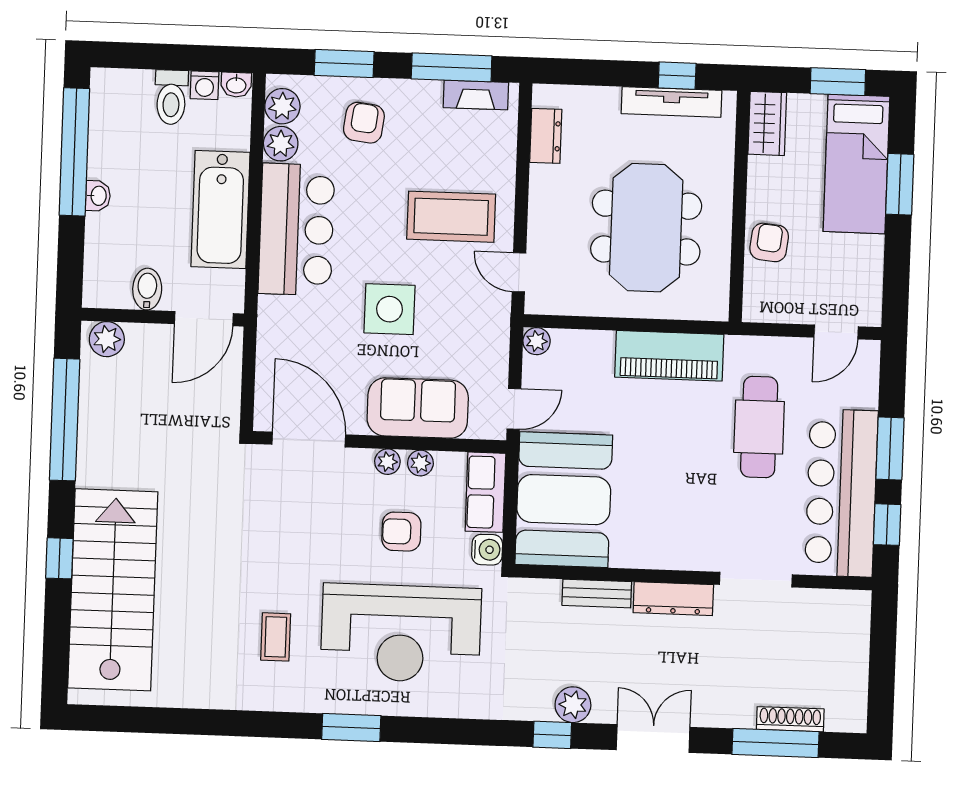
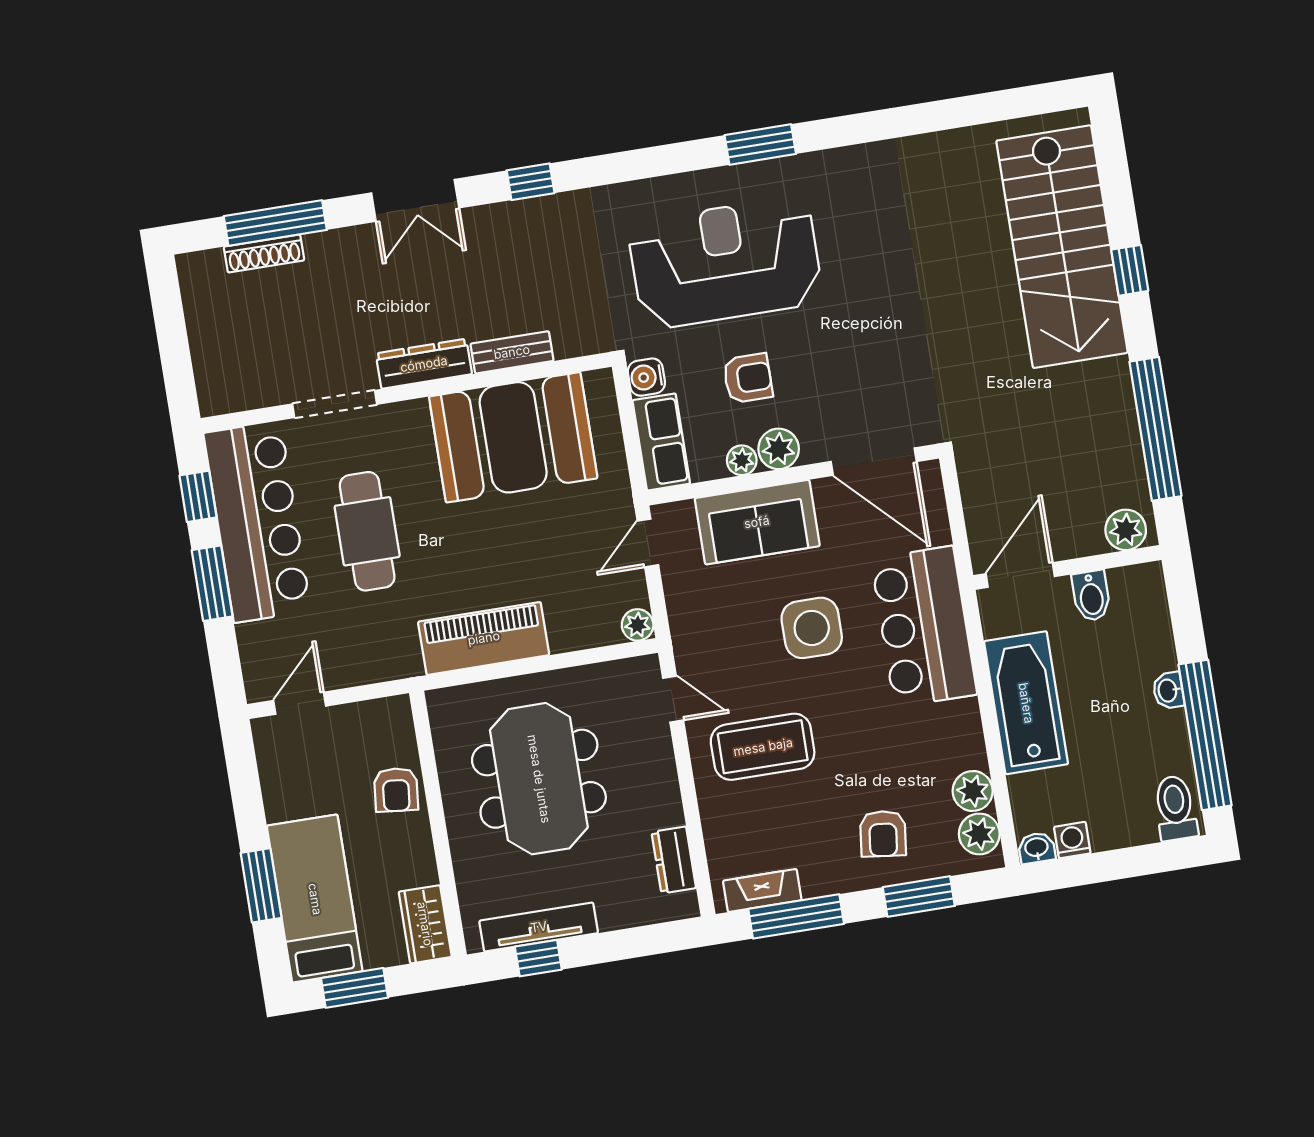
toilet: (171, 97) -> (1175, 808), moved
bar counter: (297, 229) -> (924, 627), moved
cafe table: (759, 427) -> (367, 531), moved
plant: (387, 462) -> (779, 449), width x1.38, depth x1.38
booth: (564, 500) -> (513, 437), moved, turned 90
coffee table: (276, 637) -> (867, 230), removed
plant: (573, 705) -> (514, 221), removed

